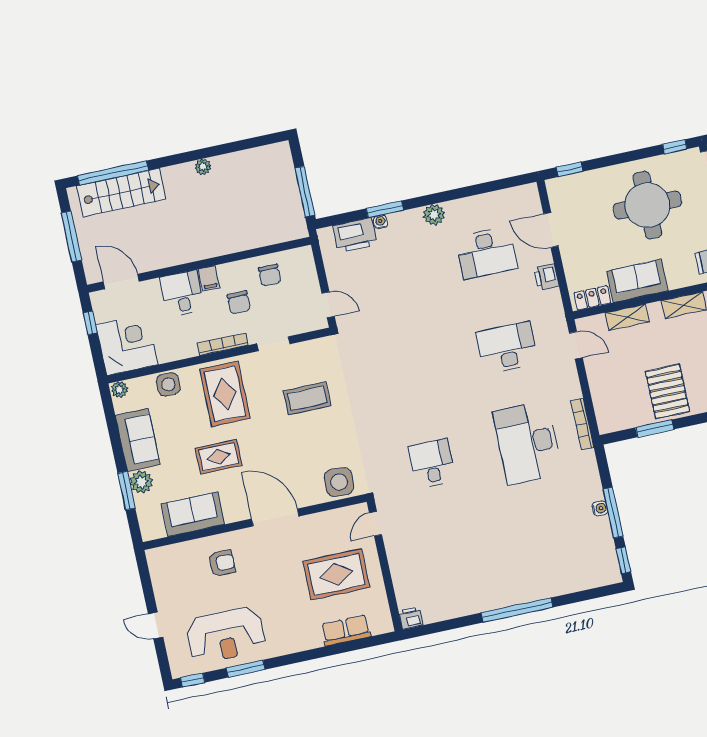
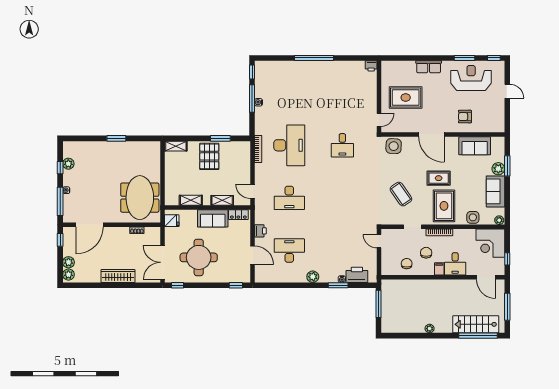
coffee table: (307, 398) -> (401, 194), turned 55
rug: (219, 457) -> (439, 178), moved
row of seats: (346, 630) -> (429, 67), moved

